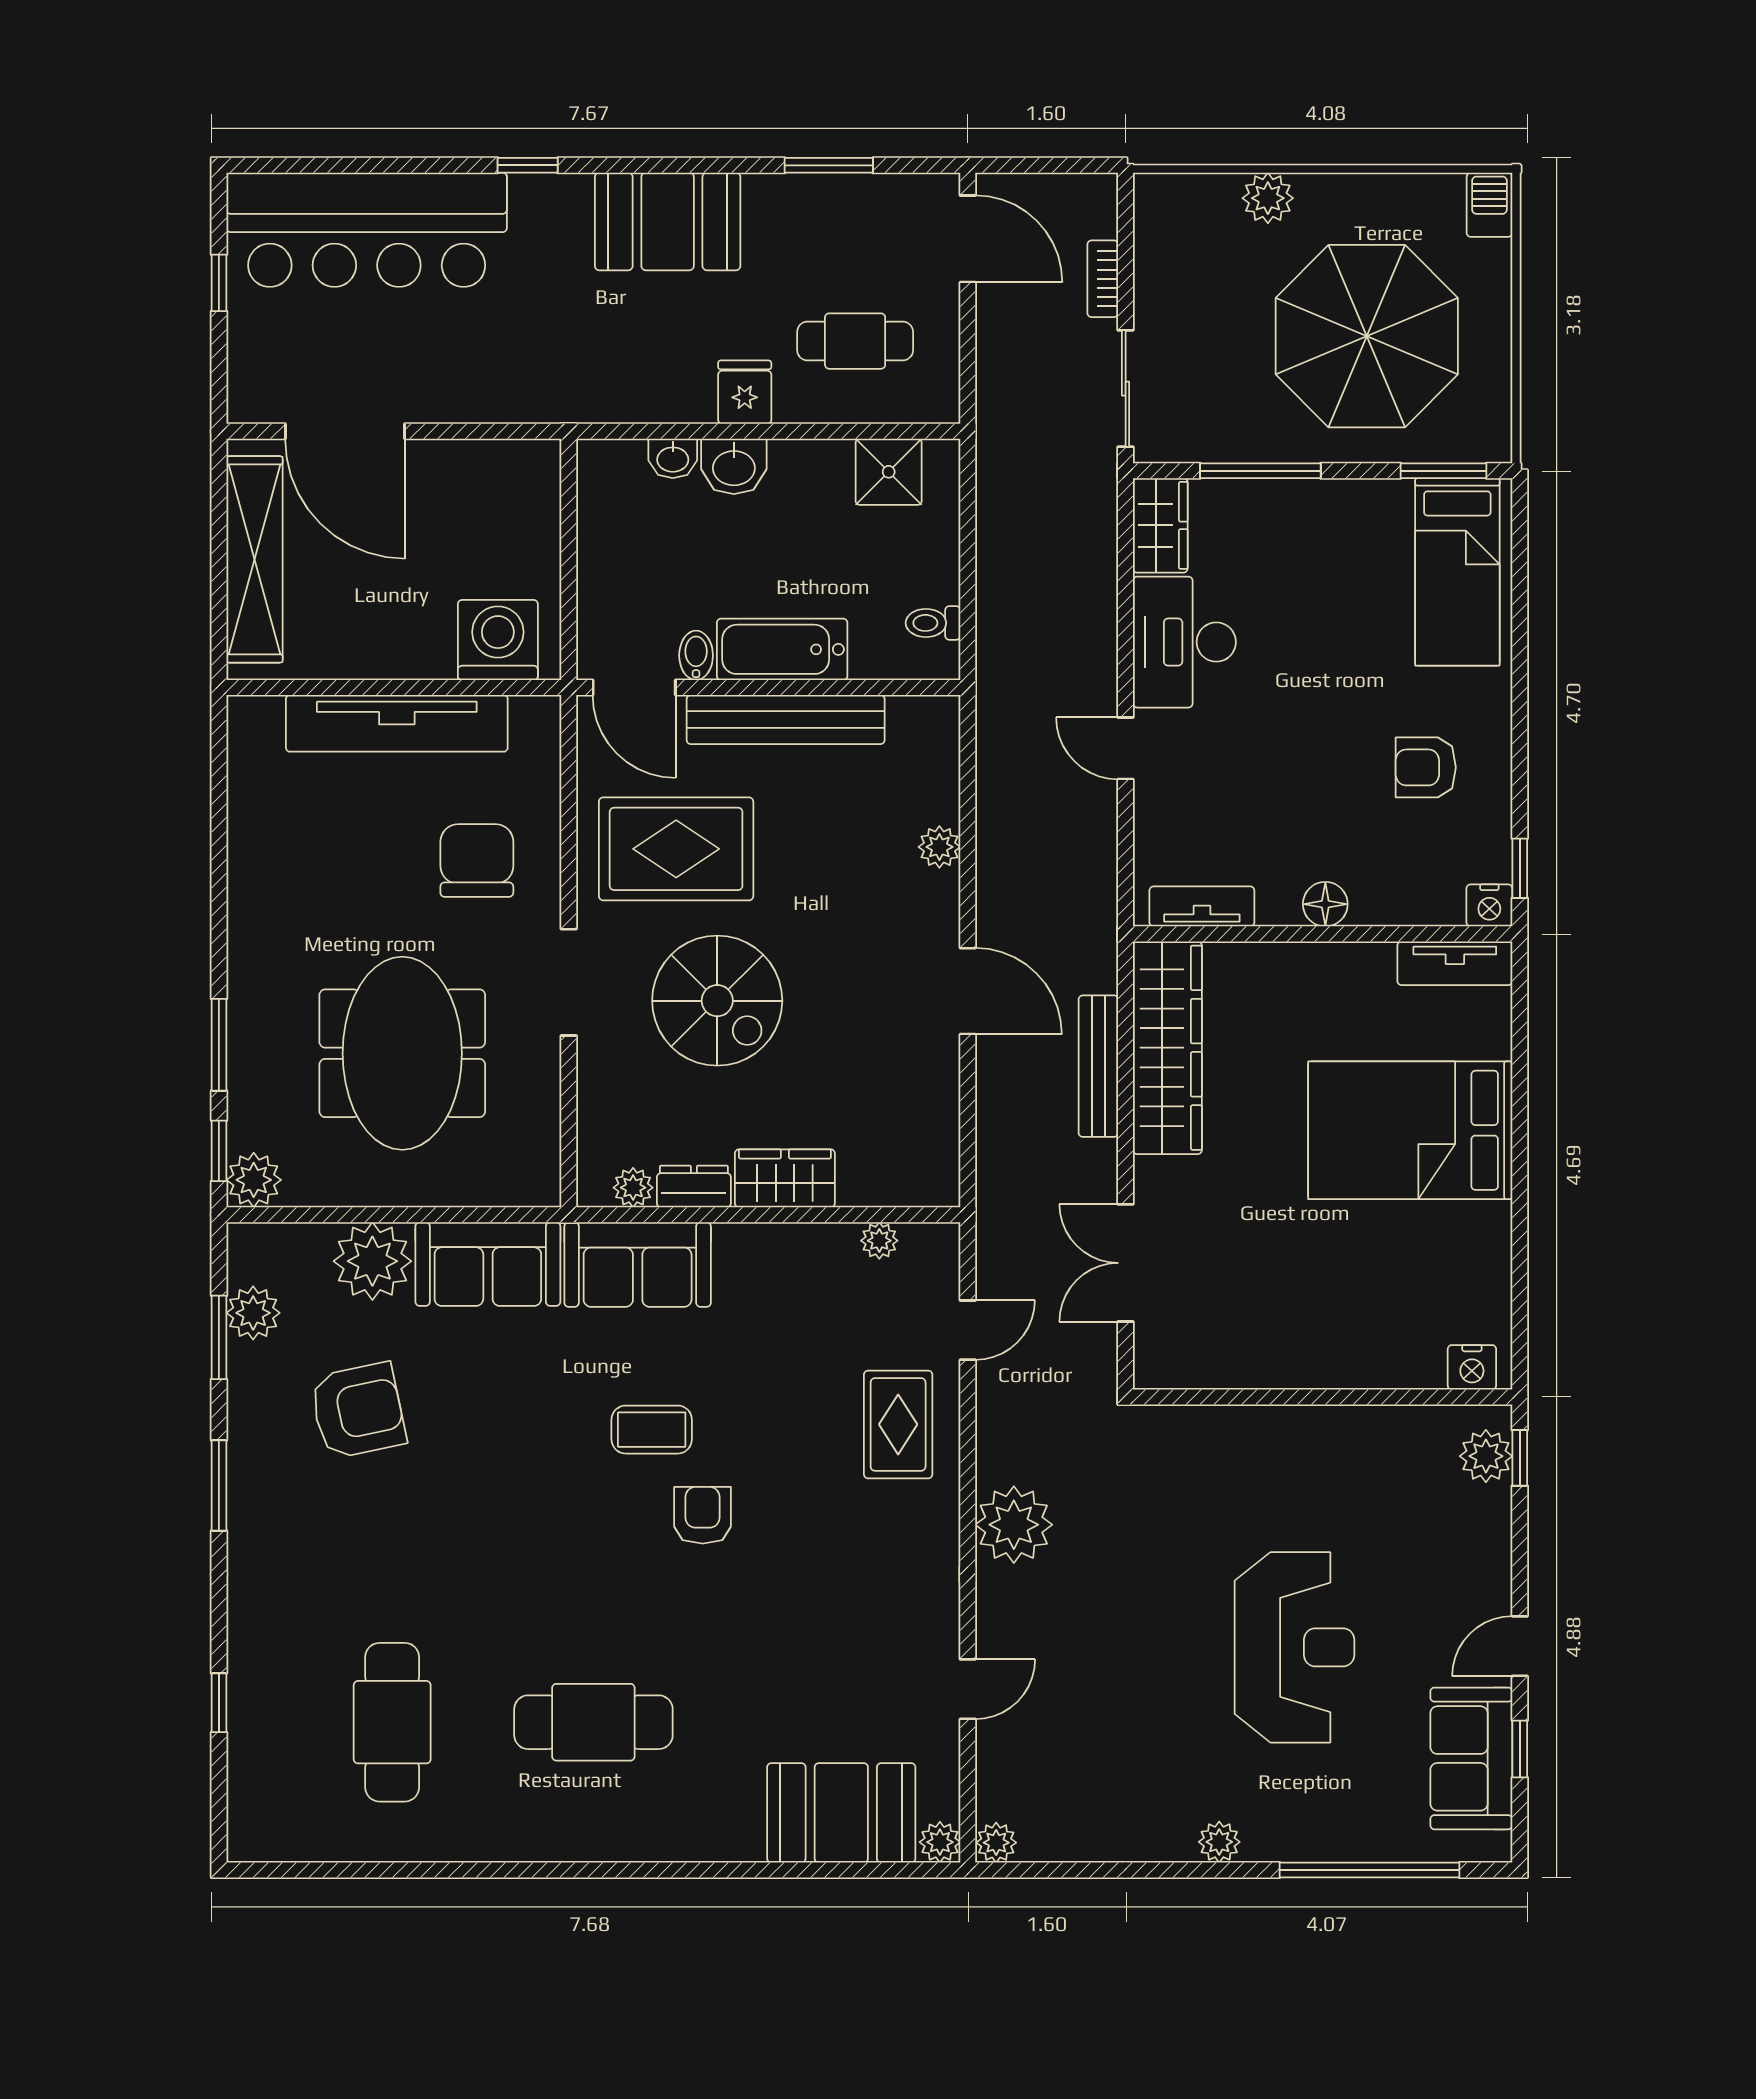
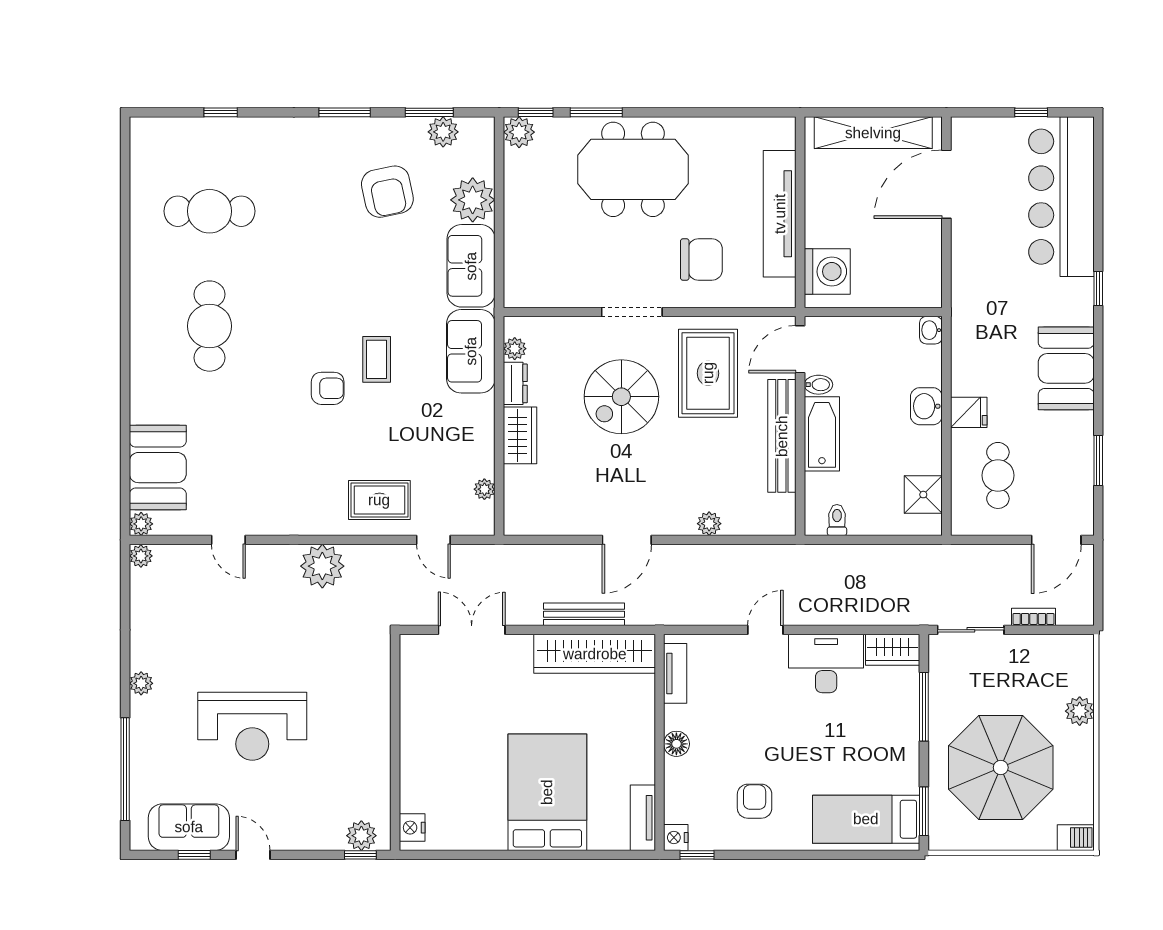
washbasin: (673, 458) -> (931, 330), moved
meeting table: (402, 1053) -> (633, 169), moved

